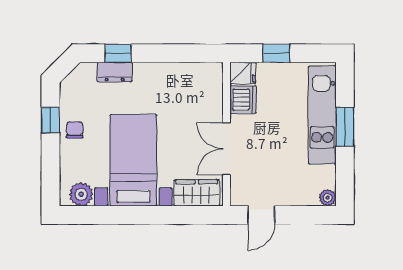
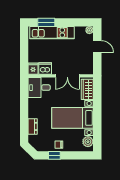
window: (118, 53) -> (24, 125), removed
window: (276, 53) -> (24, 53), removed
desk: (201, 86) -> (39, 88), added
window: (345, 127) -> (46, 22), moved
door: (261, 215) -> (97, 47), moved

